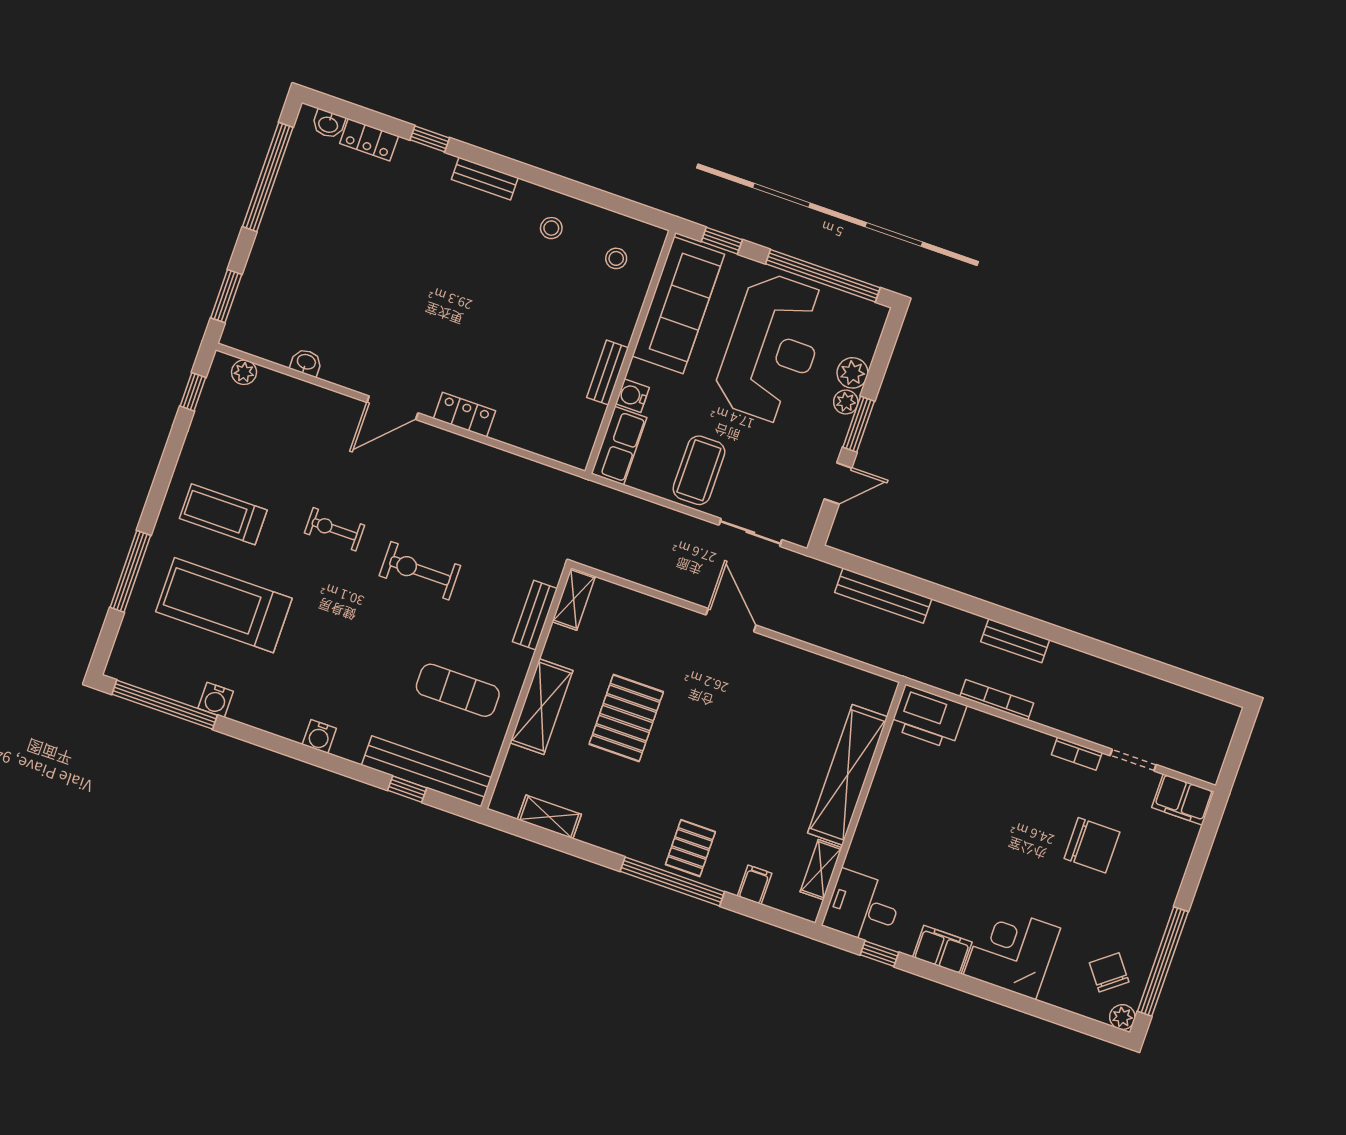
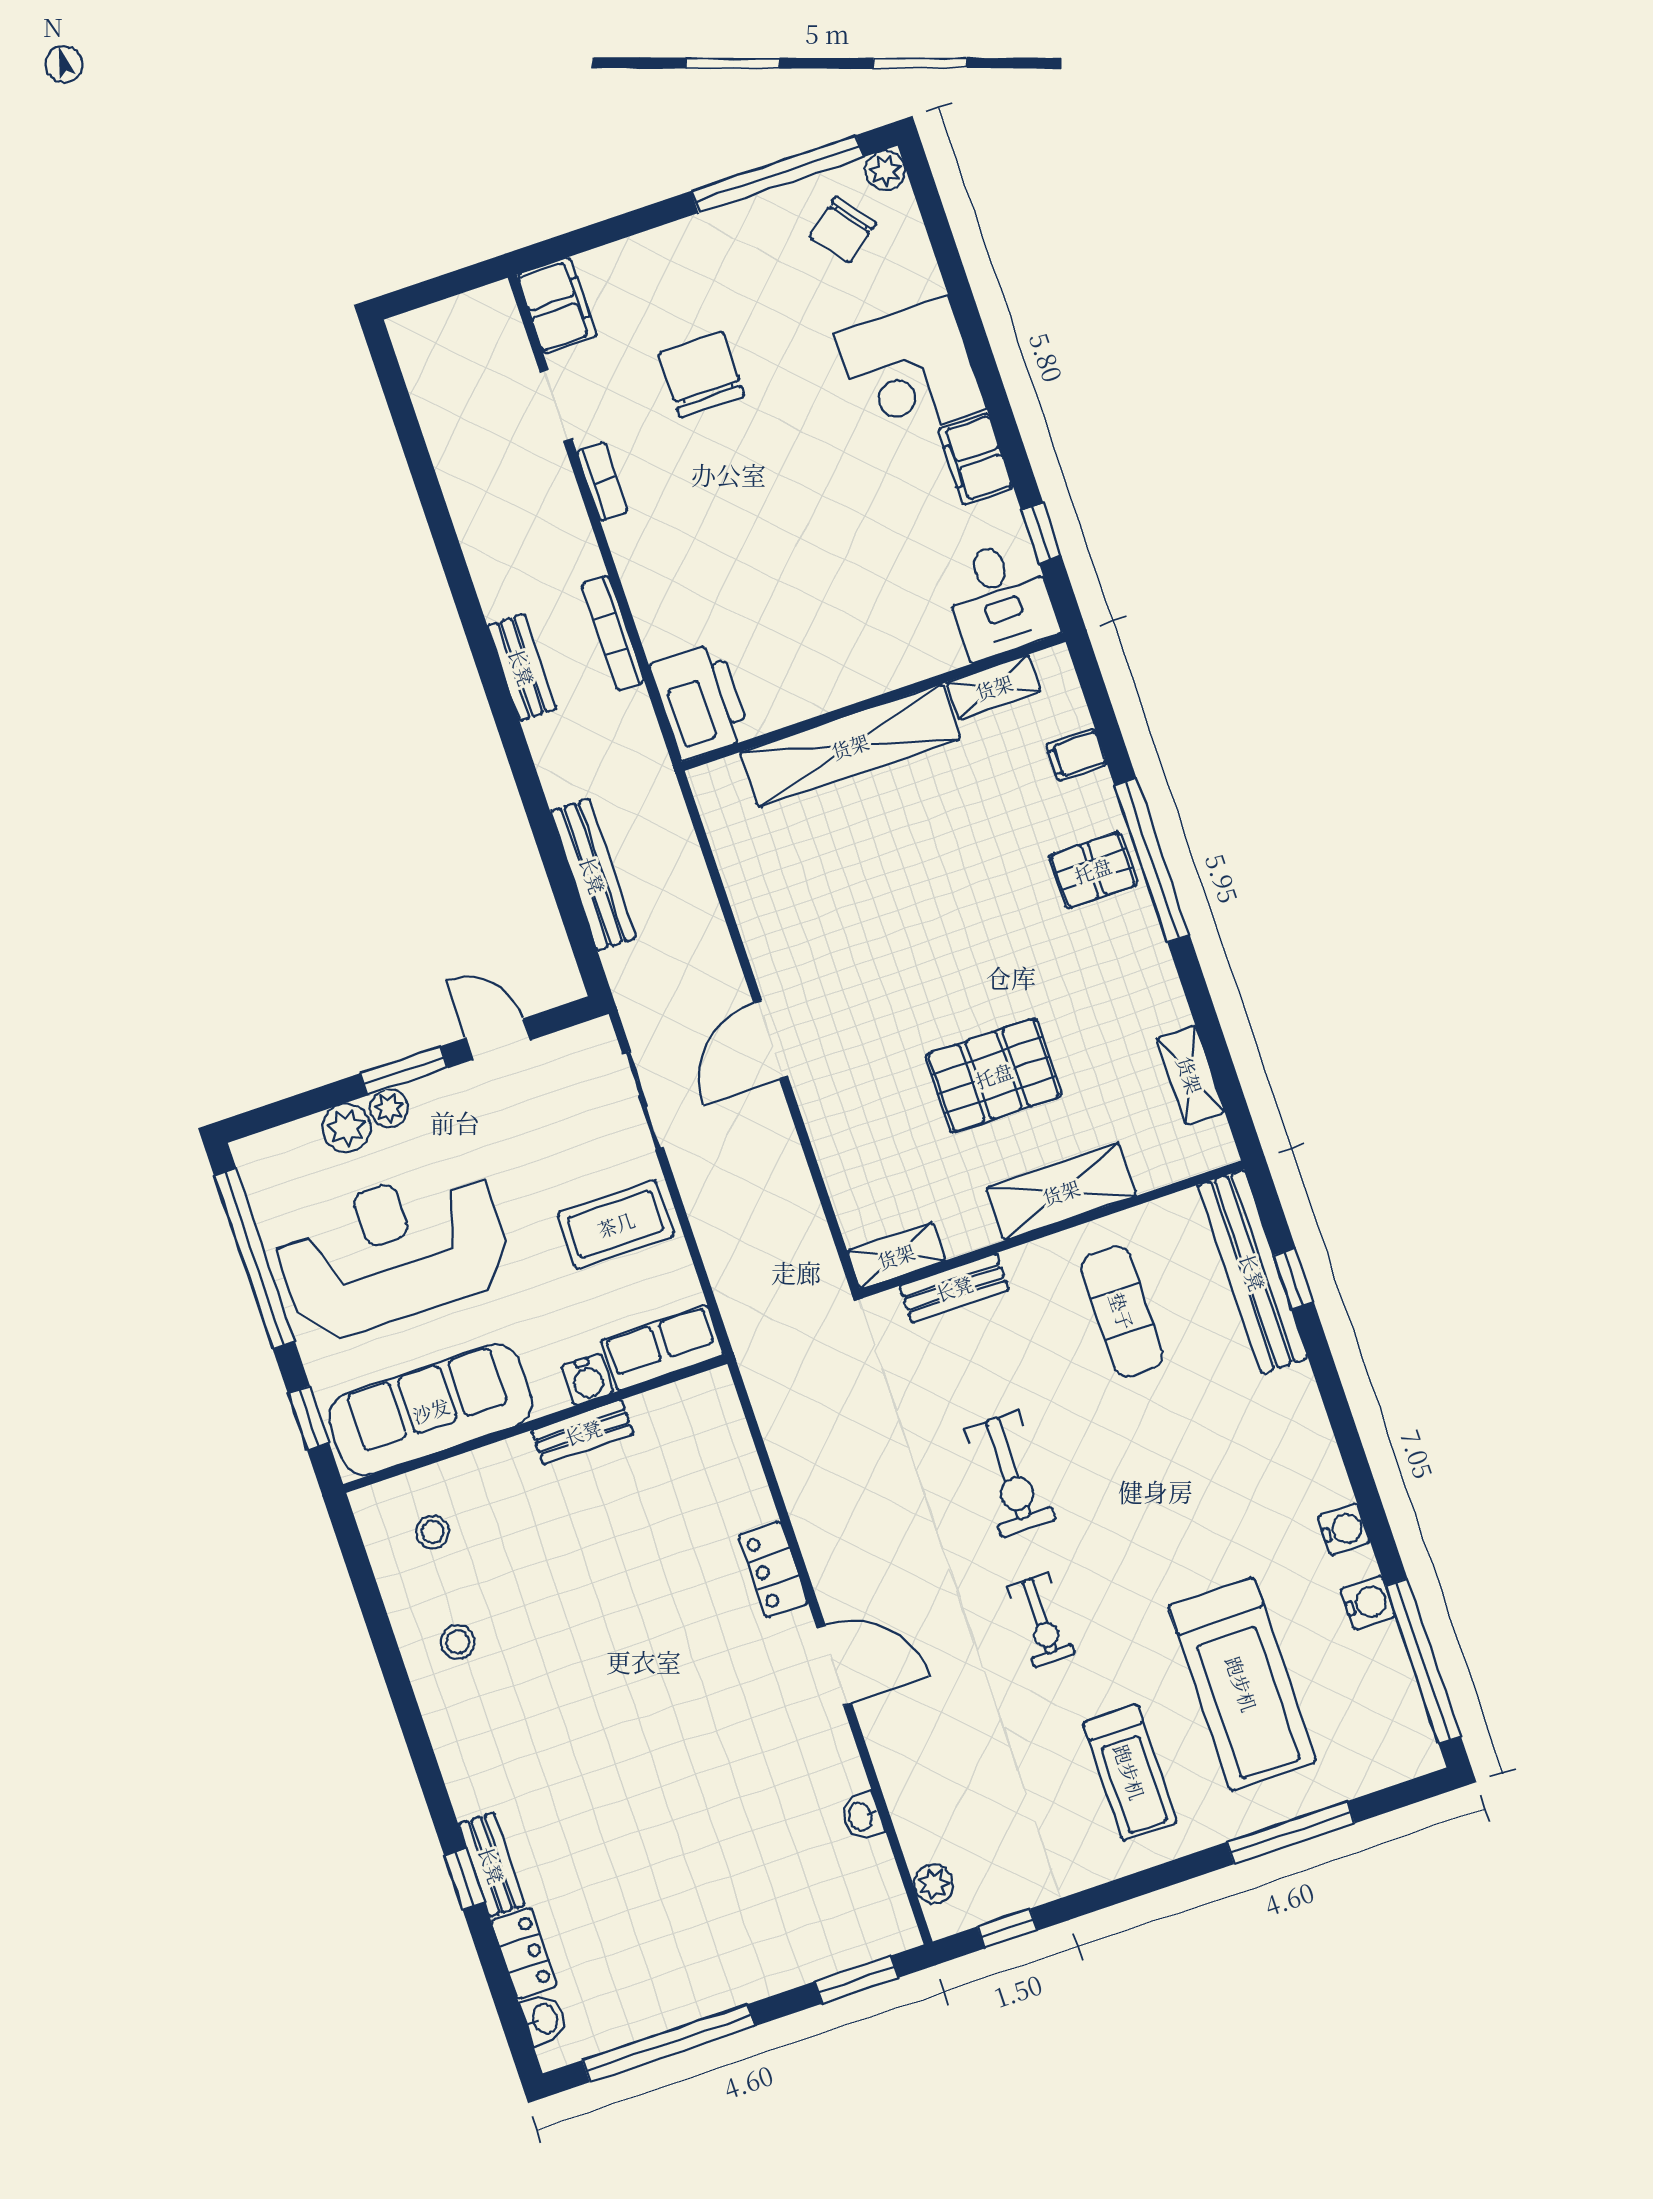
bench: (485, 179) -> (492, 1865), moved
water cooler: (319, 736) -> (1344, 1529), moved

